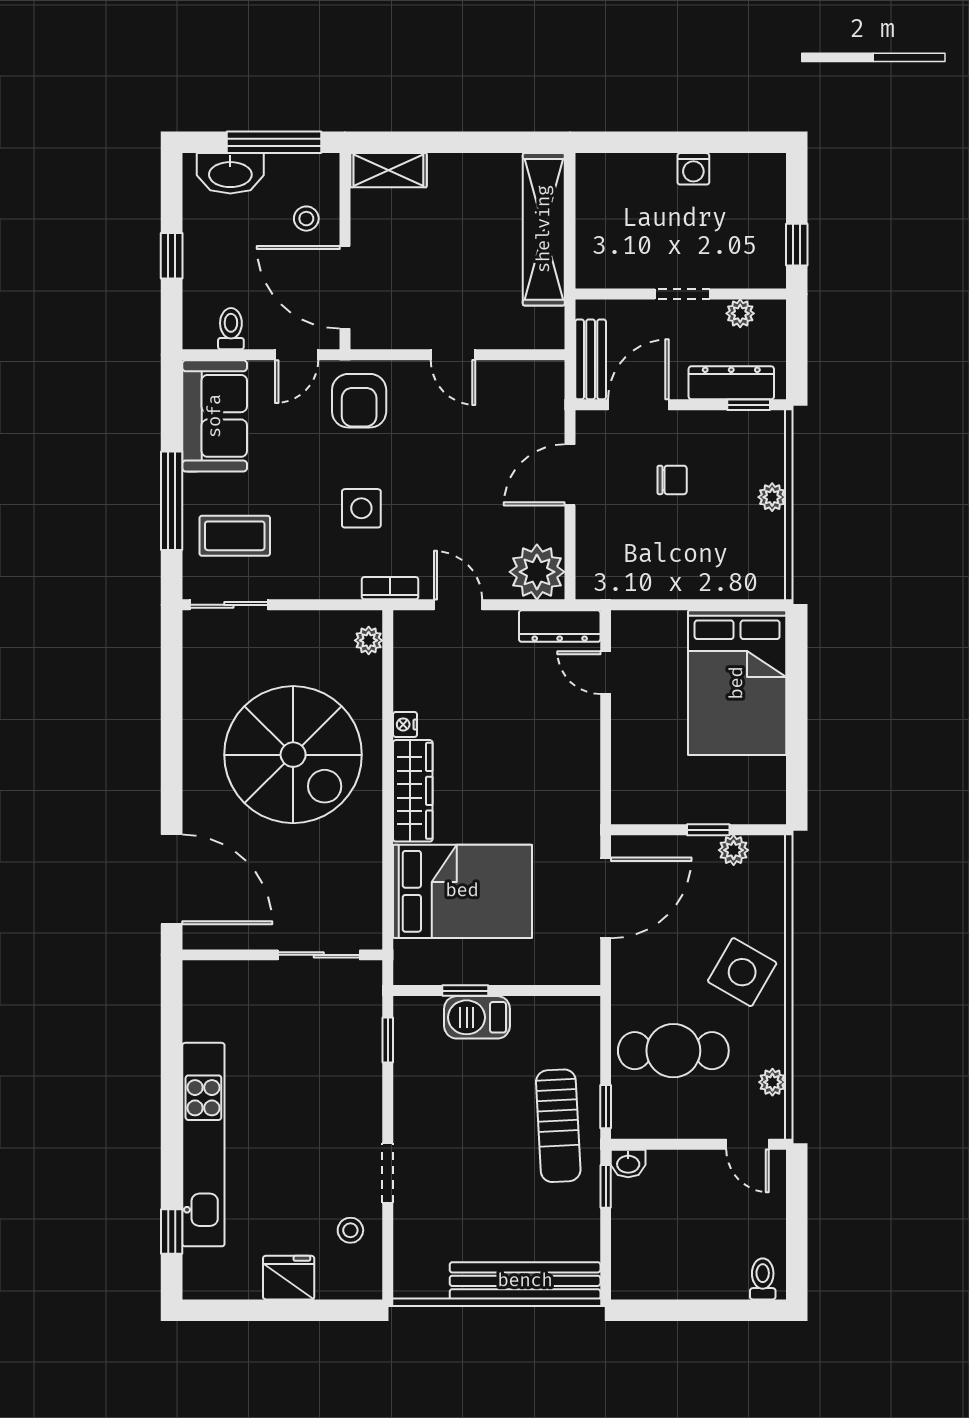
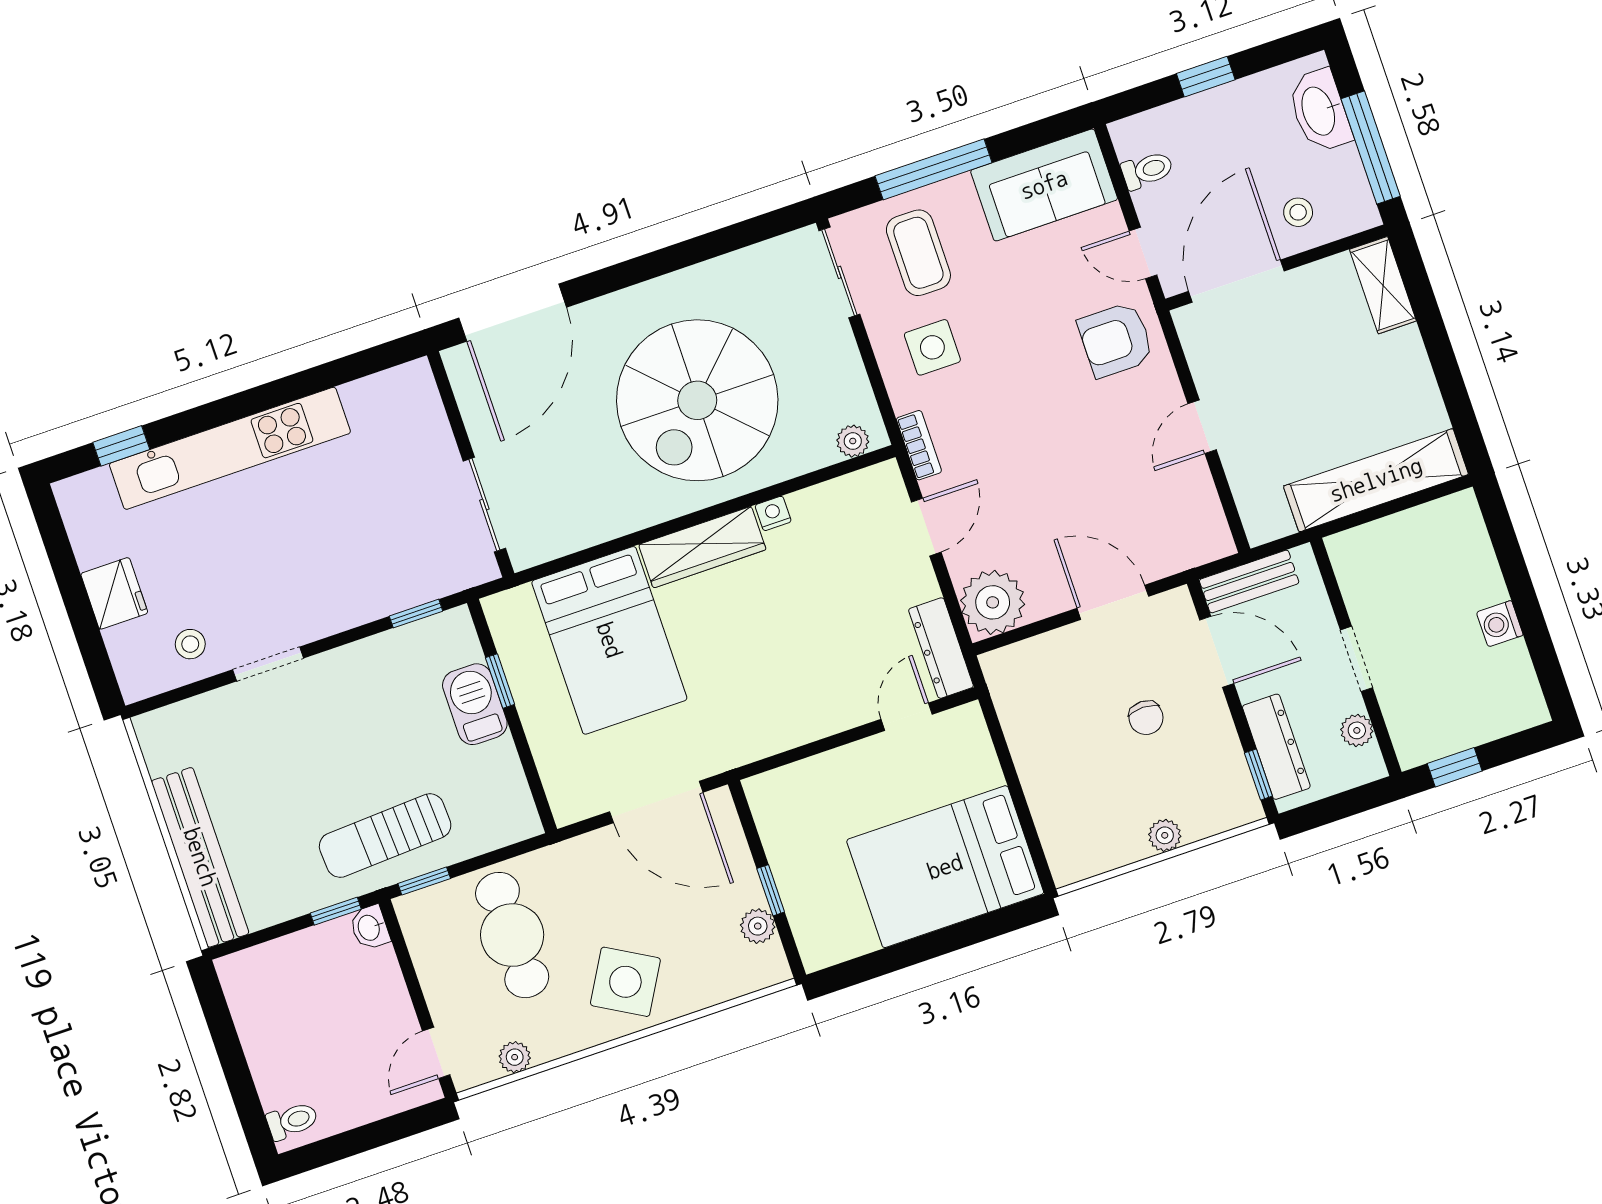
side table: (361, 508) -> (932, 347), moved

